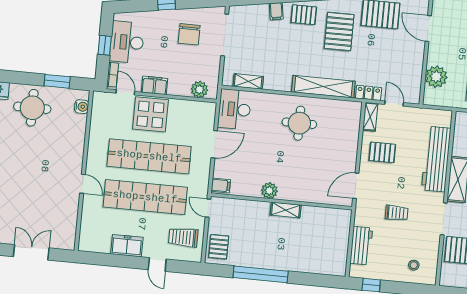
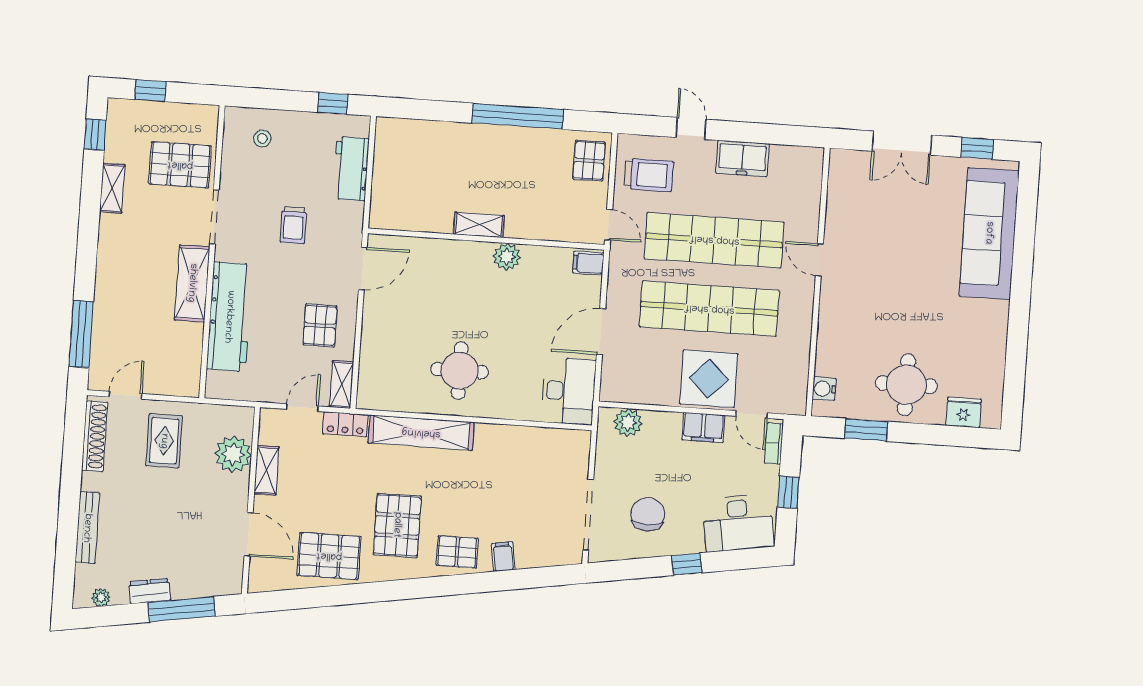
desk: (127, 42) -> (738, 523), moved, turned 81
shelving: (248, 81) -> (266, 470), moved, turned 90
door: (394, 103) -> (302, 408), swing flipped
pallet: (382, 152) -> (320, 325), turned 90
trolley: (397, 213) -> (293, 225), turned -90

